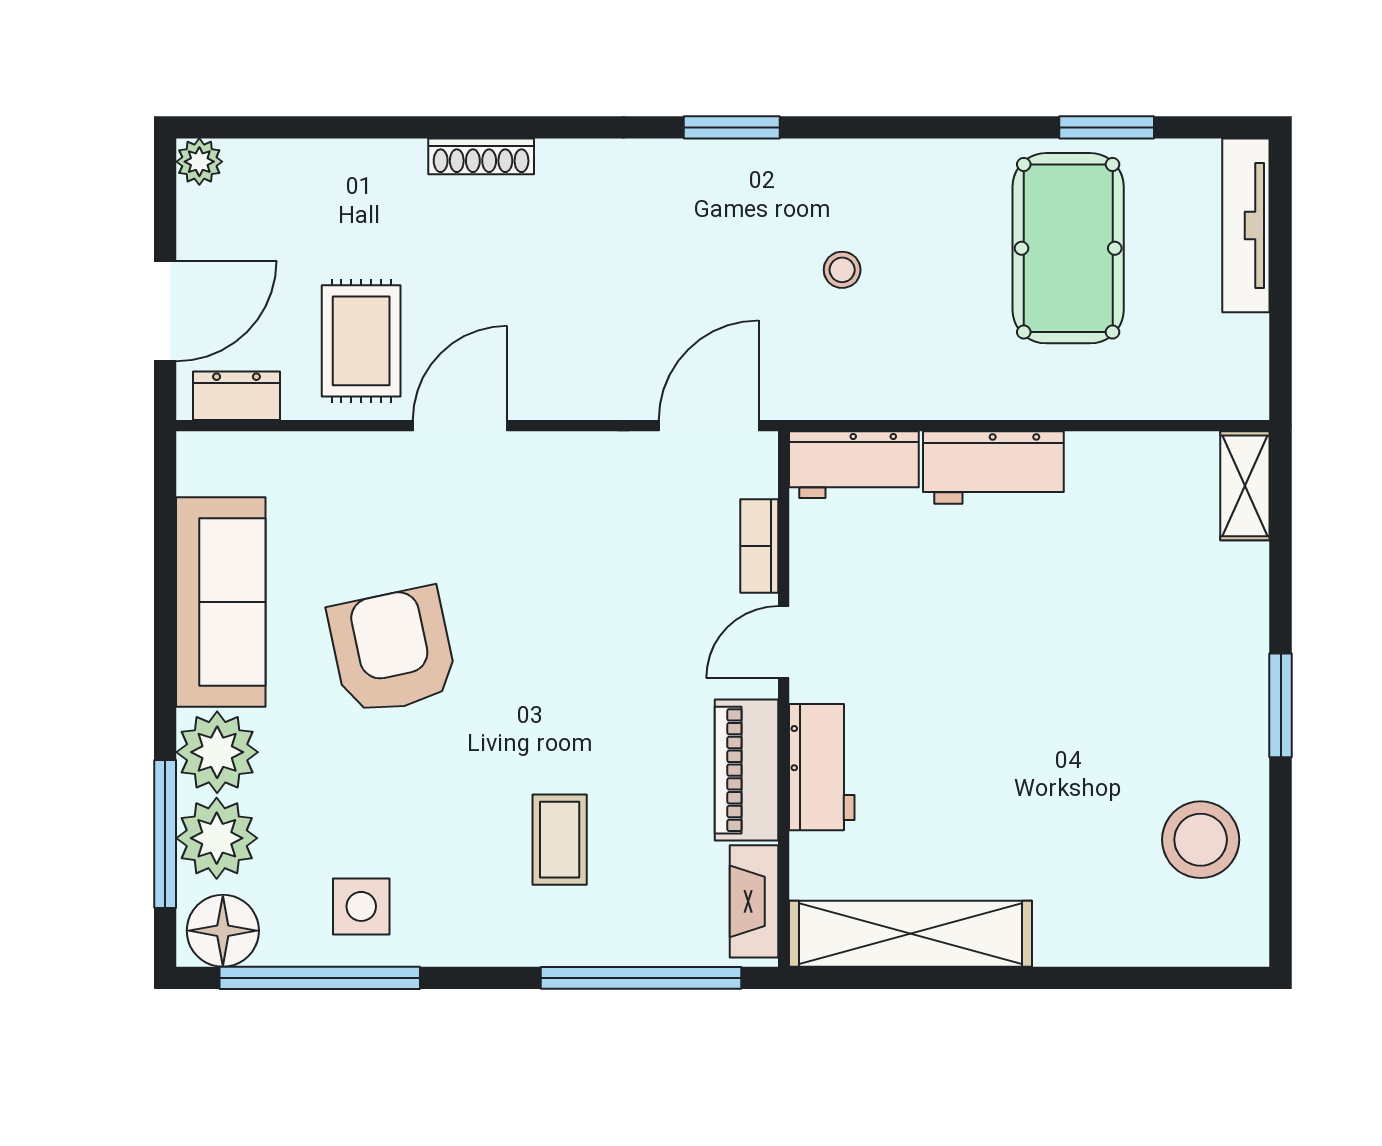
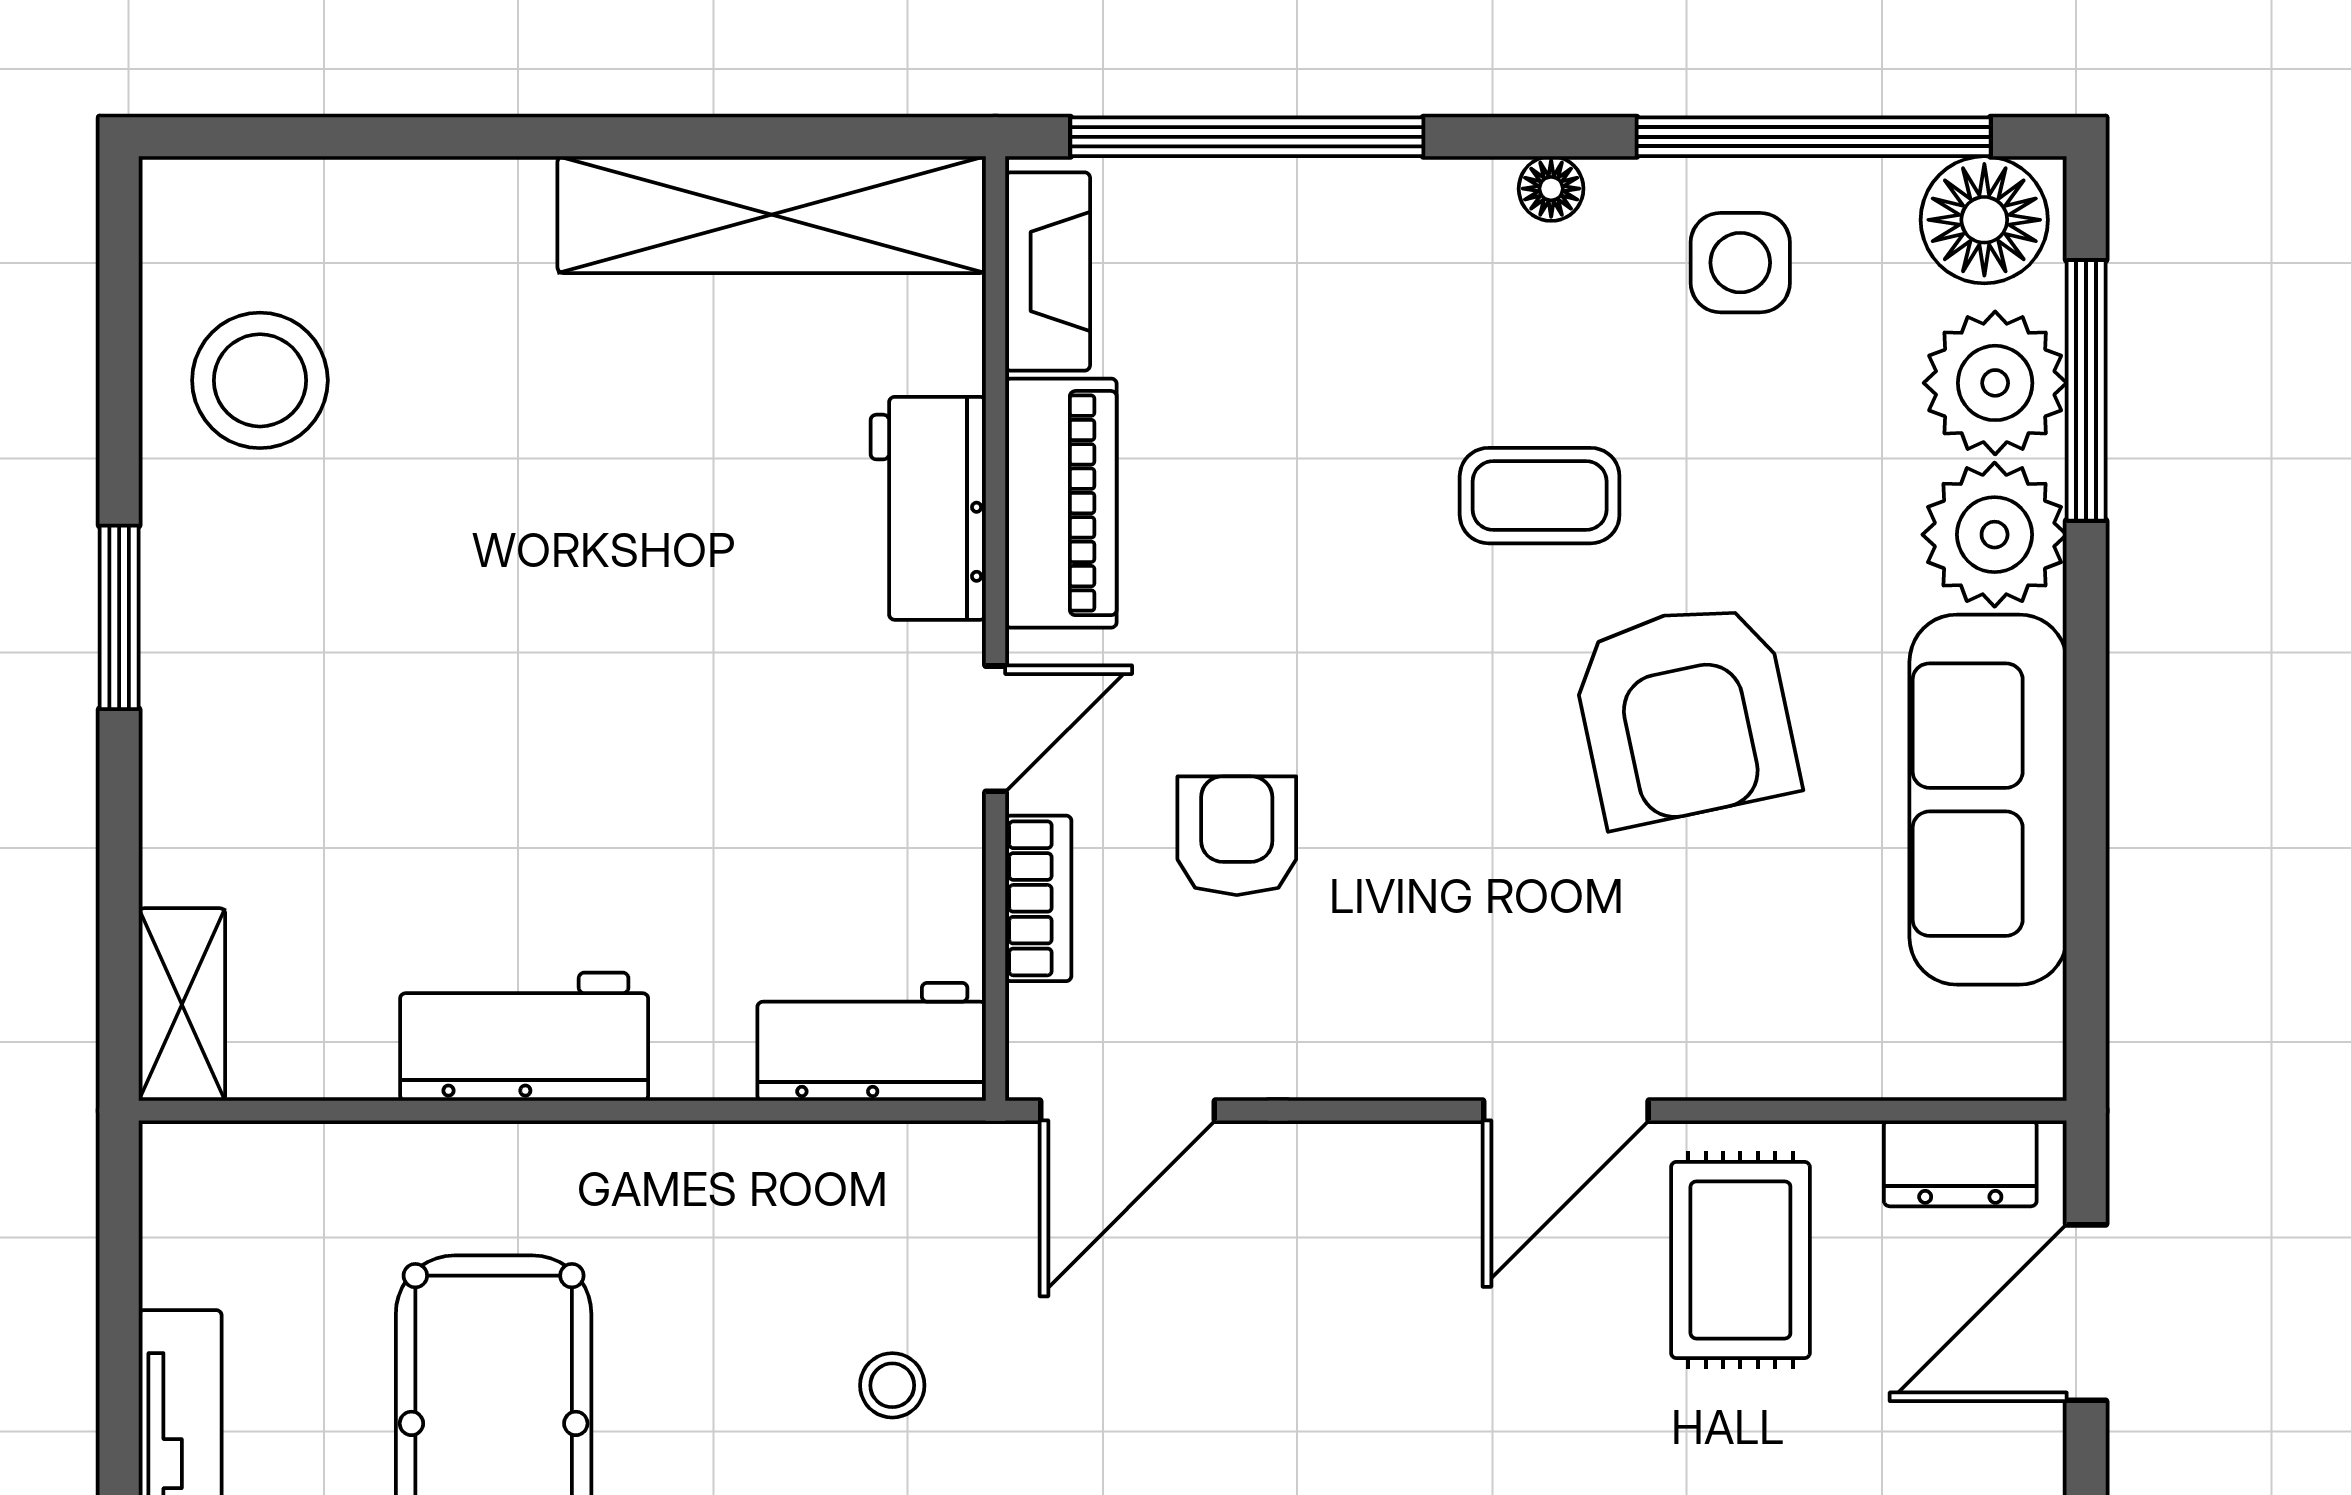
workbench: (993, 467) -> (524, 1037), moved
armchair: (647, 582) -> (1237, 836), added
coffee table: (560, 840) -> (1540, 496), moved, turned 90
floor lamp: (469, 948) -> (1551, 189), added

